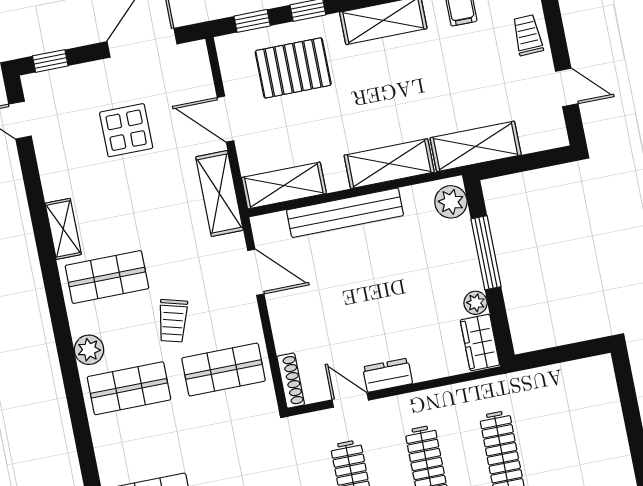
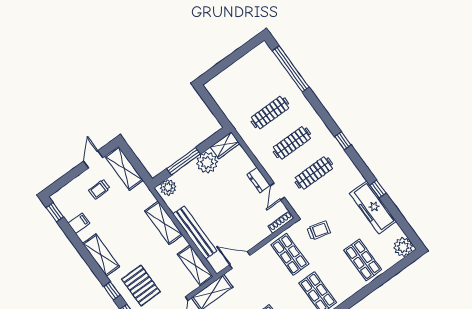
trolley: (528, 35) -> (99, 189), moved
shelving: (476, 146) -> (124, 168), moved
door: (256, 272) -> (240, 260), hinge flipped
plant: (476, 303) -> (207, 163), width x1.88, depth x1.88
trolley: (173, 321) -> (319, 230), moved

